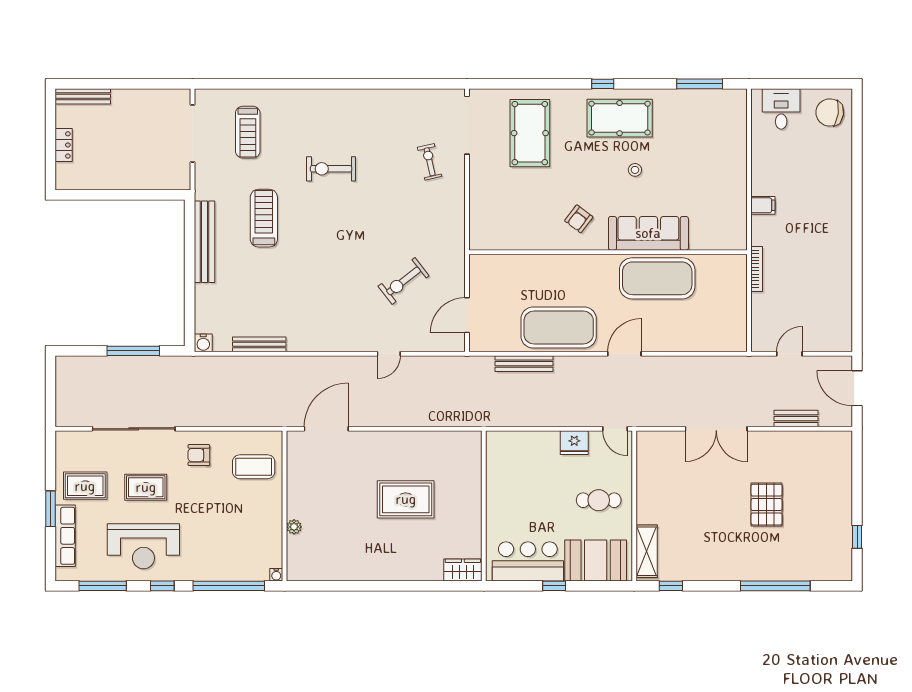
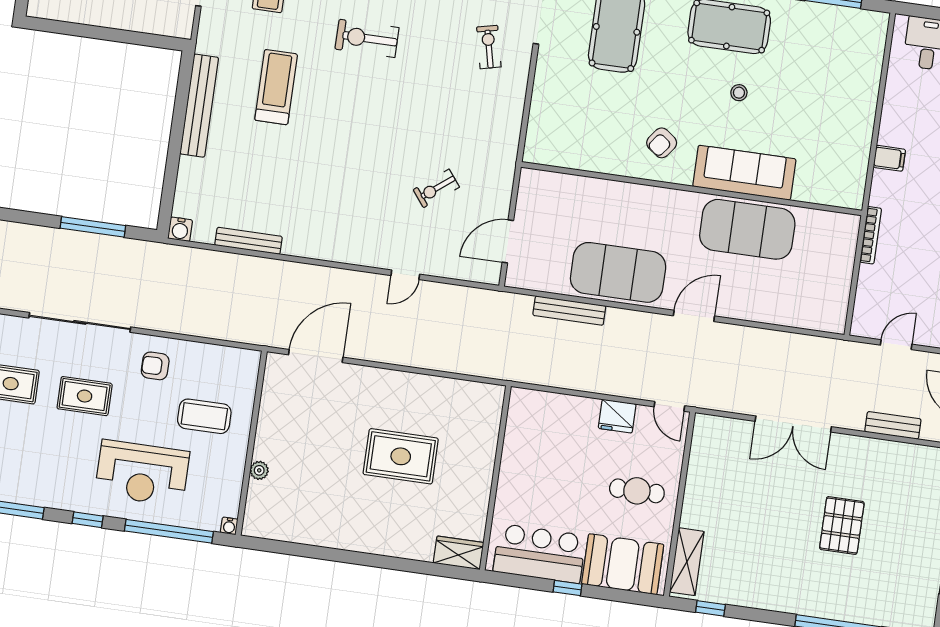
exercise bike: (404, 281) -> (436, 188), width x0.73, depth x0.72
coffee table: (254, 467) -> (204, 416), moved
reception desk: (143, 546) -> (142, 473), moved

